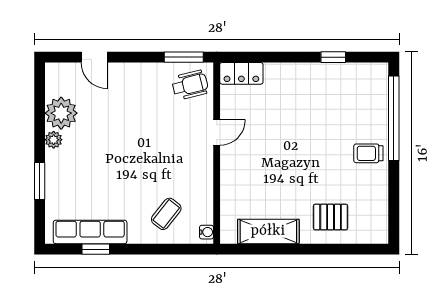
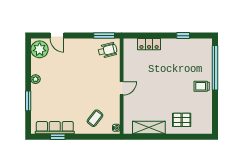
locker: (241, 73) -> (149, 44), moved
plant: (61, 113) -> (40, 49), moved
door: (217, 132) -> (122, 88), moved

